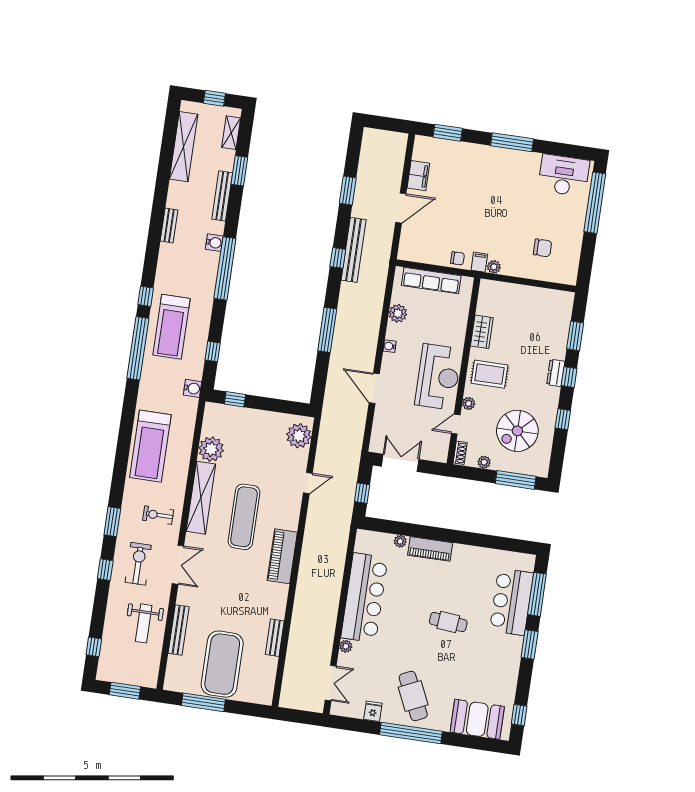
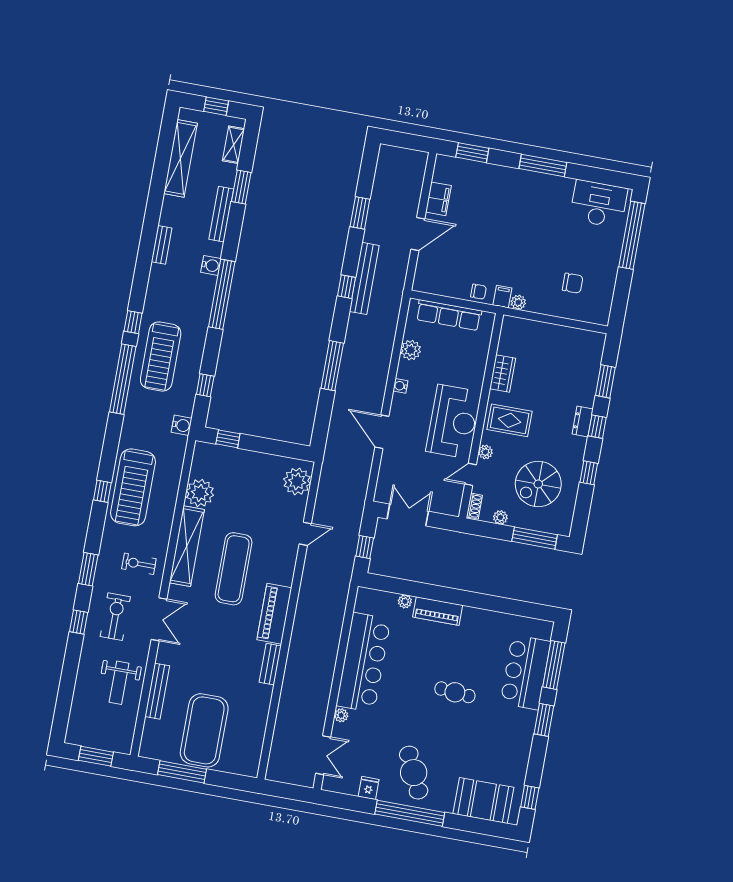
bench: (275, 638) -> (270, 664), moved
window: (94, 647) -> (102, 491), moved

